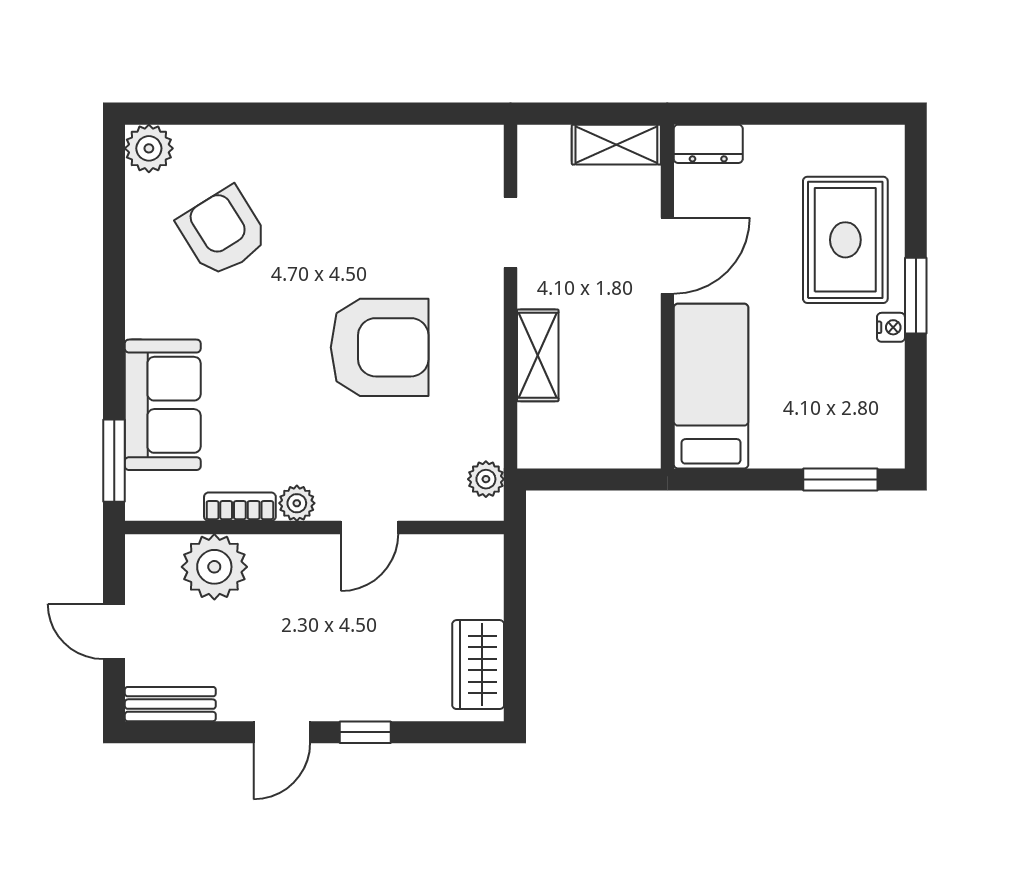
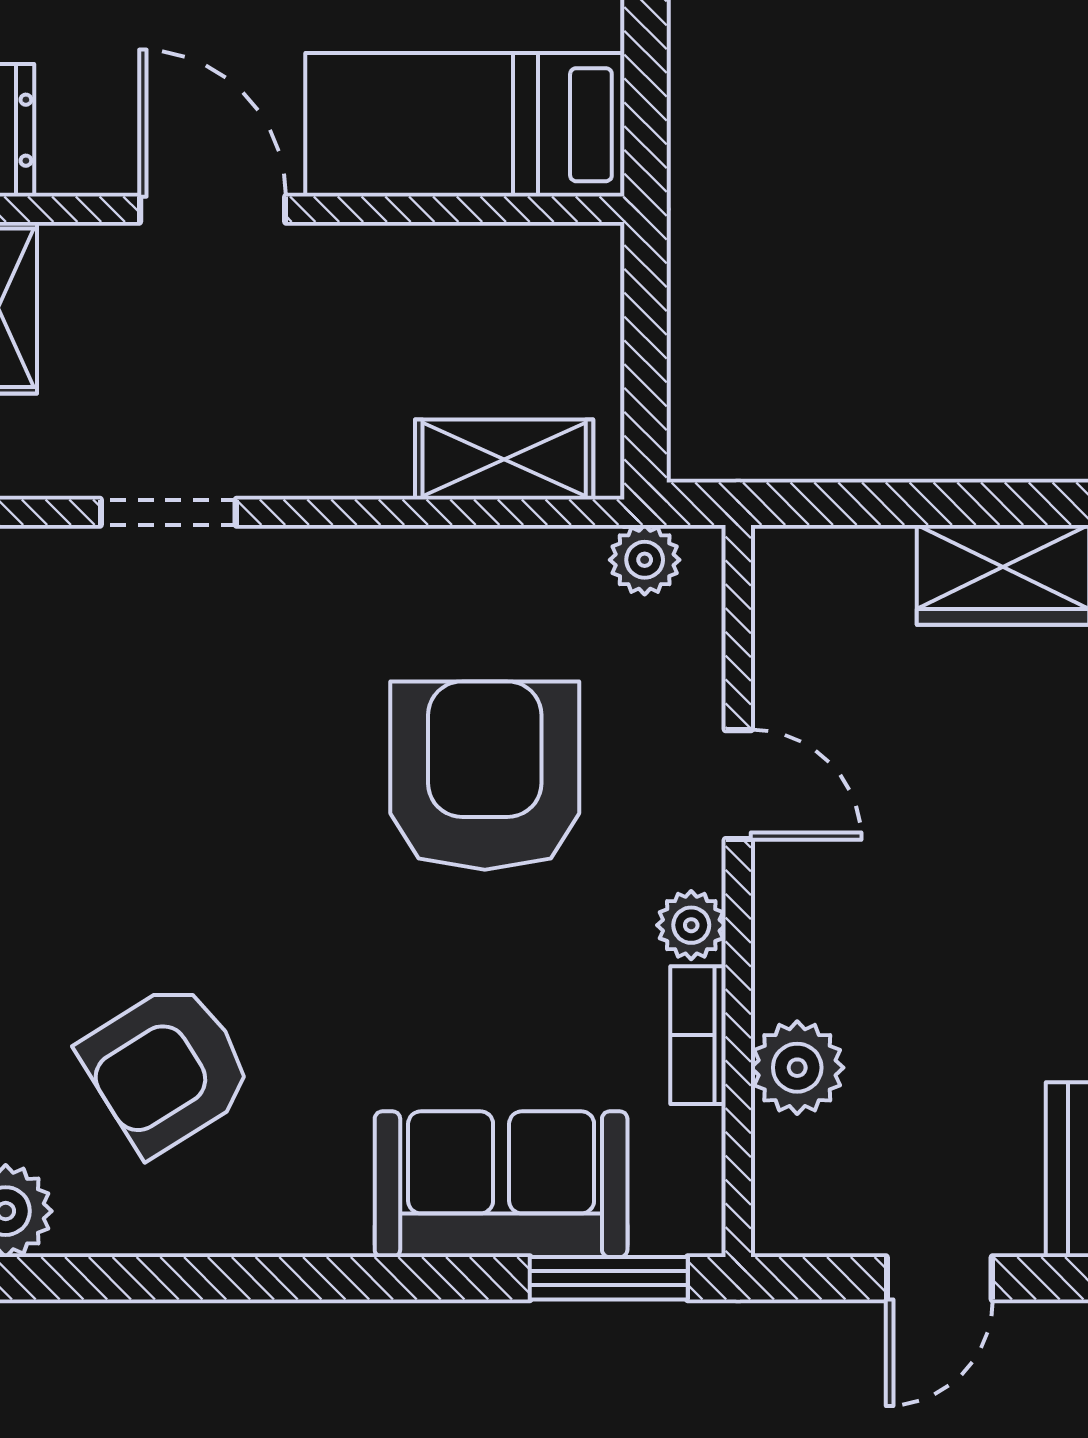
armchair: (380, 347) -> (485, 776), moved
shelving: (538, 355) -> (504, 460), moved
plant: (214, 567) -> (797, 1068), width x0.73, depth x0.73

